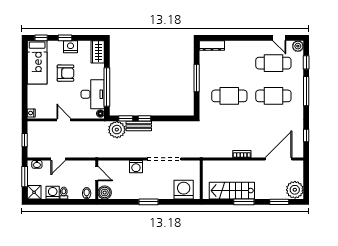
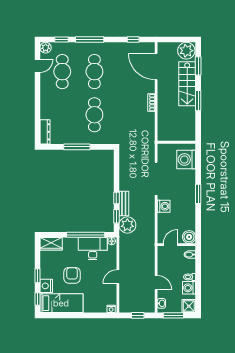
nightstand: (70, 47) -> (46, 286), moved
stairs: (232, 191) -> (187, 84), moved

